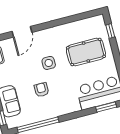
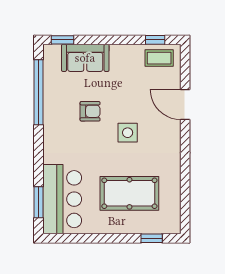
pool table: (86, 52) -> (129, 193), turned 90

